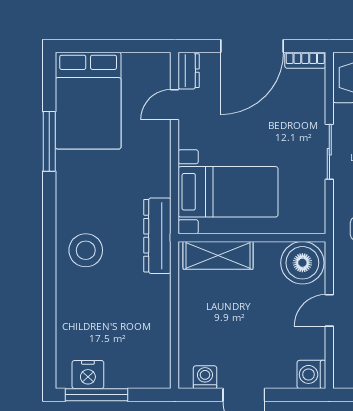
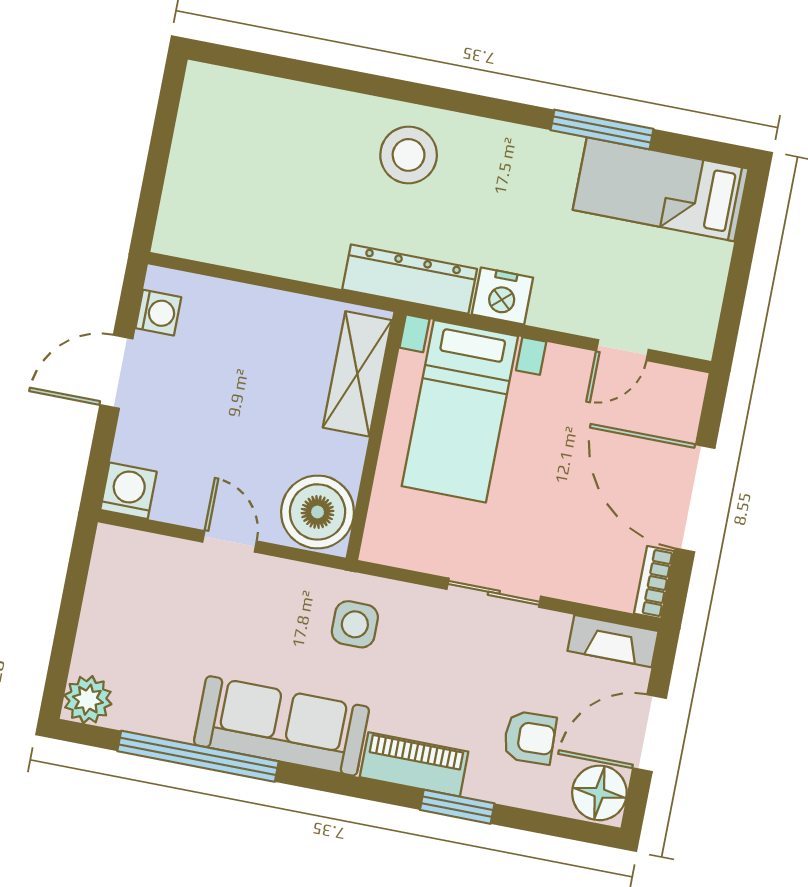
dresser: (189, 71) -> (675, 385), removed
bed: (88, 101) -> (661, 189), width x0.67
door: (175, 105) -> (622, 350), swing flipped
nightstand: (88, 375) -> (502, 296), moved, turned -90
window: (96, 395) -> (164, 126), removed

